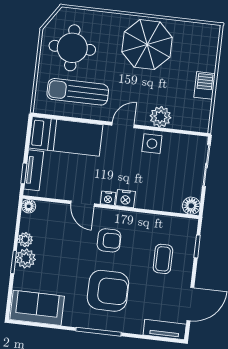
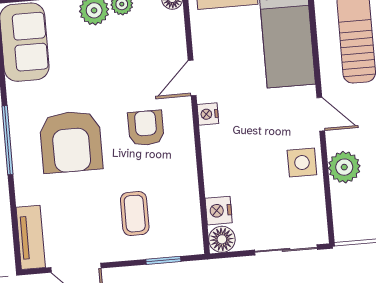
nightstand: (126, 199) -> (219, 211), moved
armchair: (109, 240) -> (146, 128), turned 180
coffee table: (163, 259) -> (135, 214), turned 90

